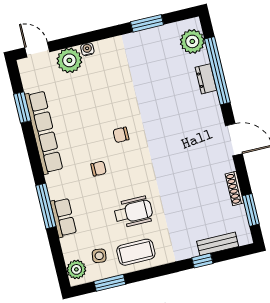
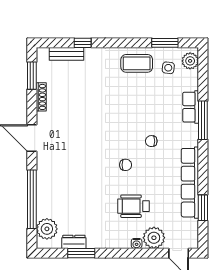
dresser: (206, 79) -> (74, 242), moved, turned -90
wheelchair: (133, 212) -> (134, 206), moved

